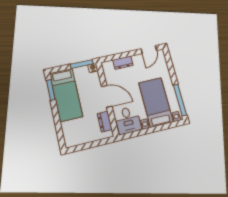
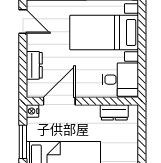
window: (82, 64) -> (23, 142), moved
door: (107, 96) -> (59, 101), moved

